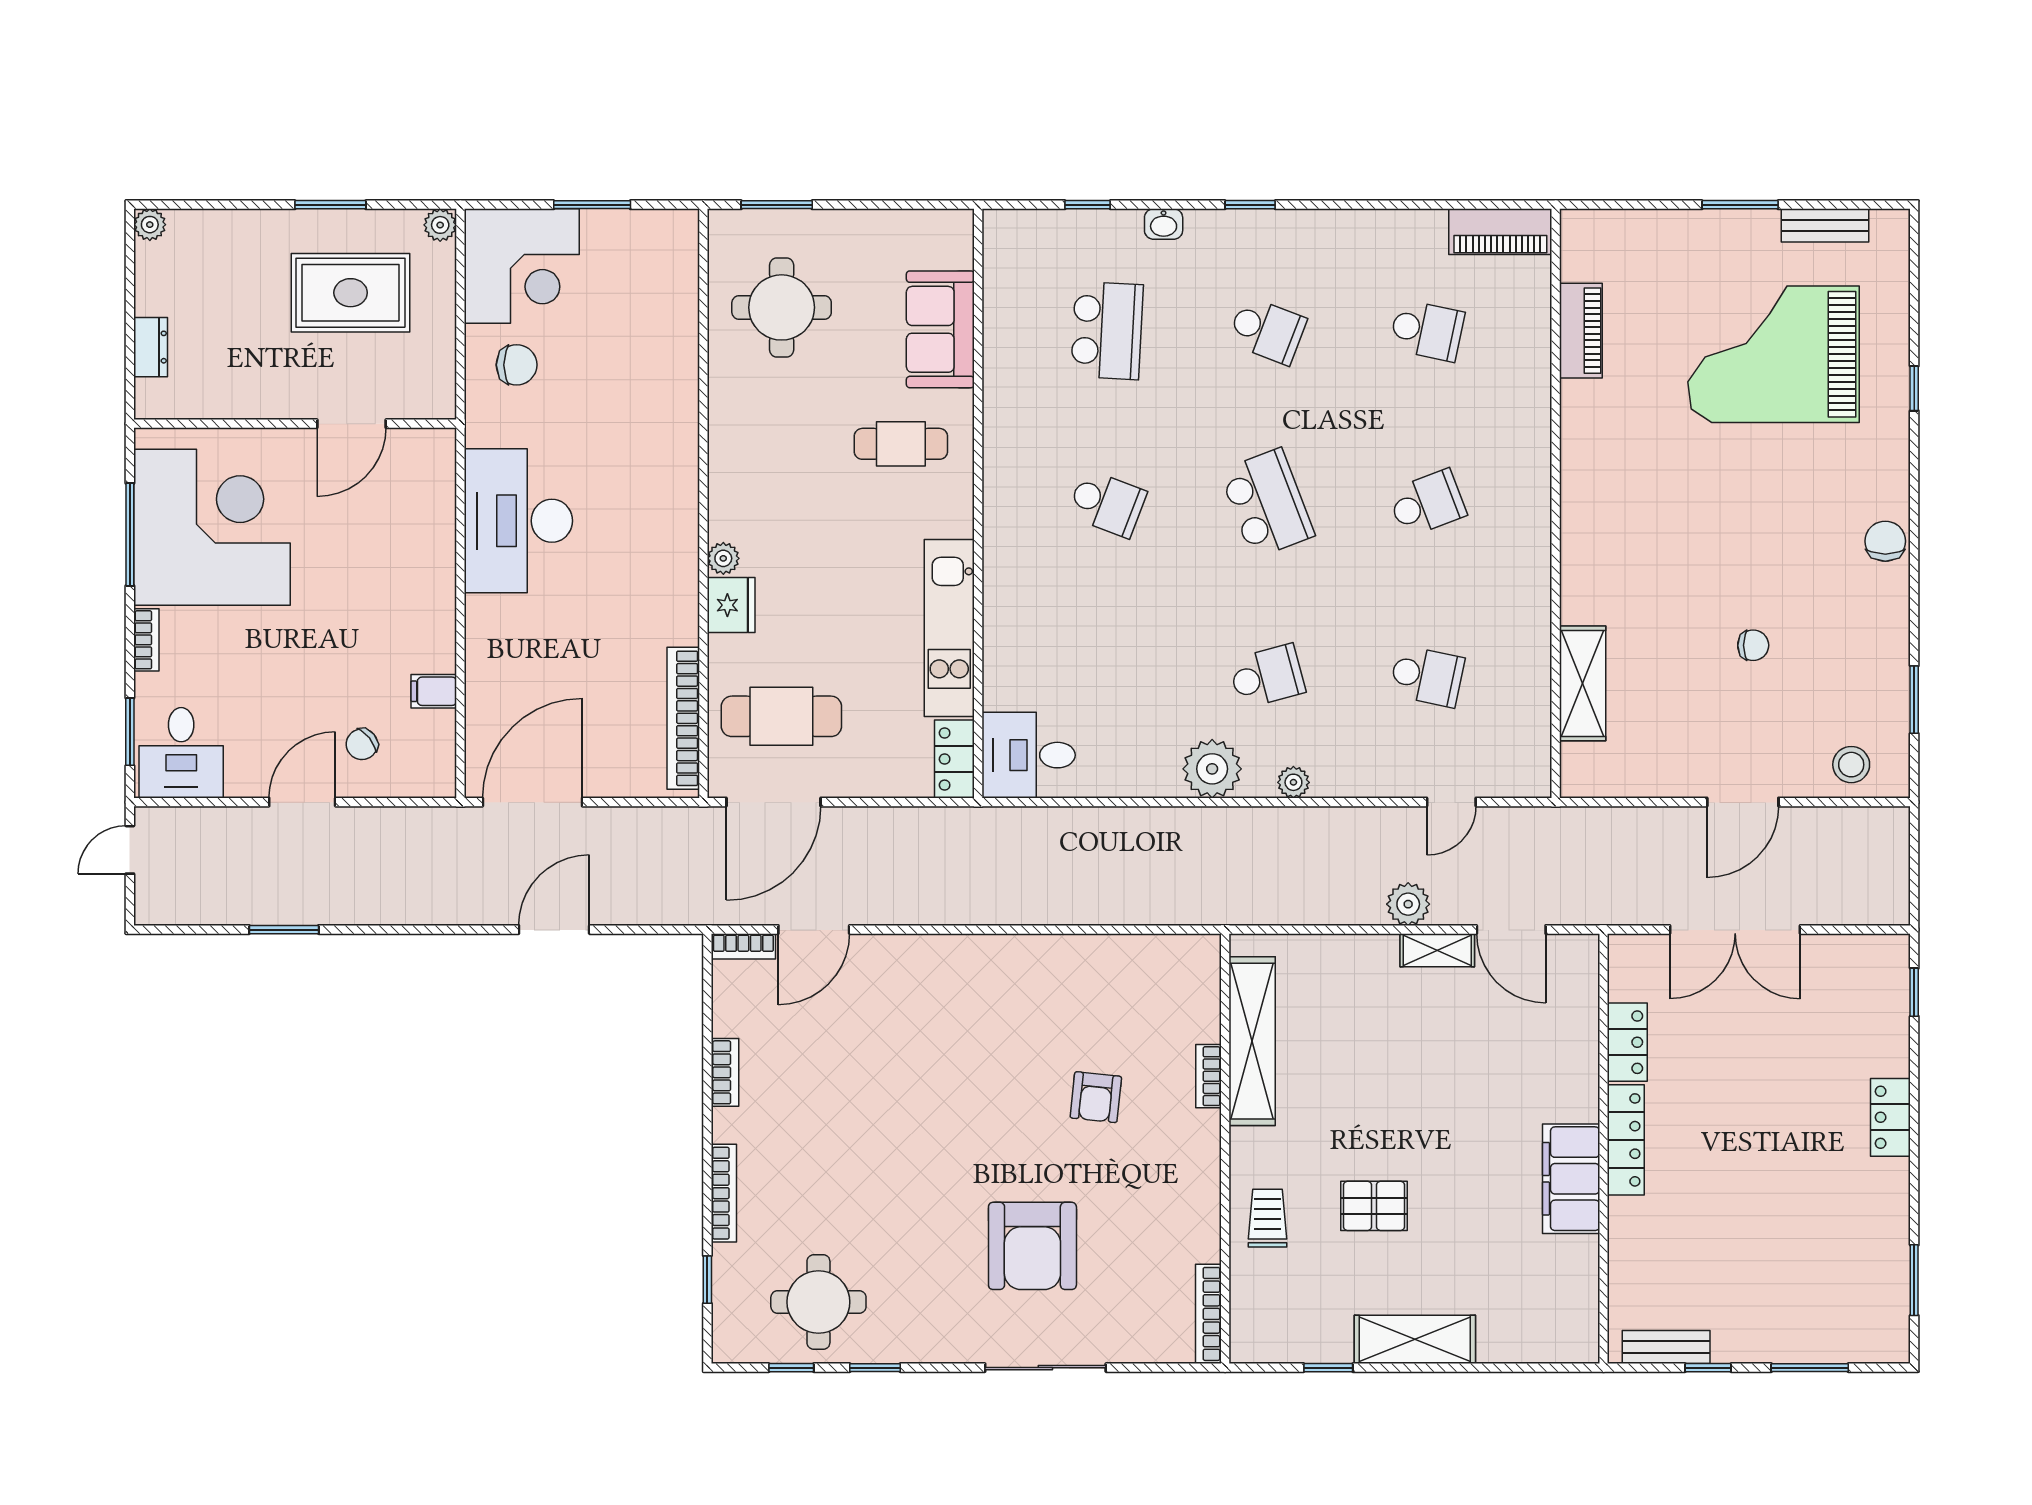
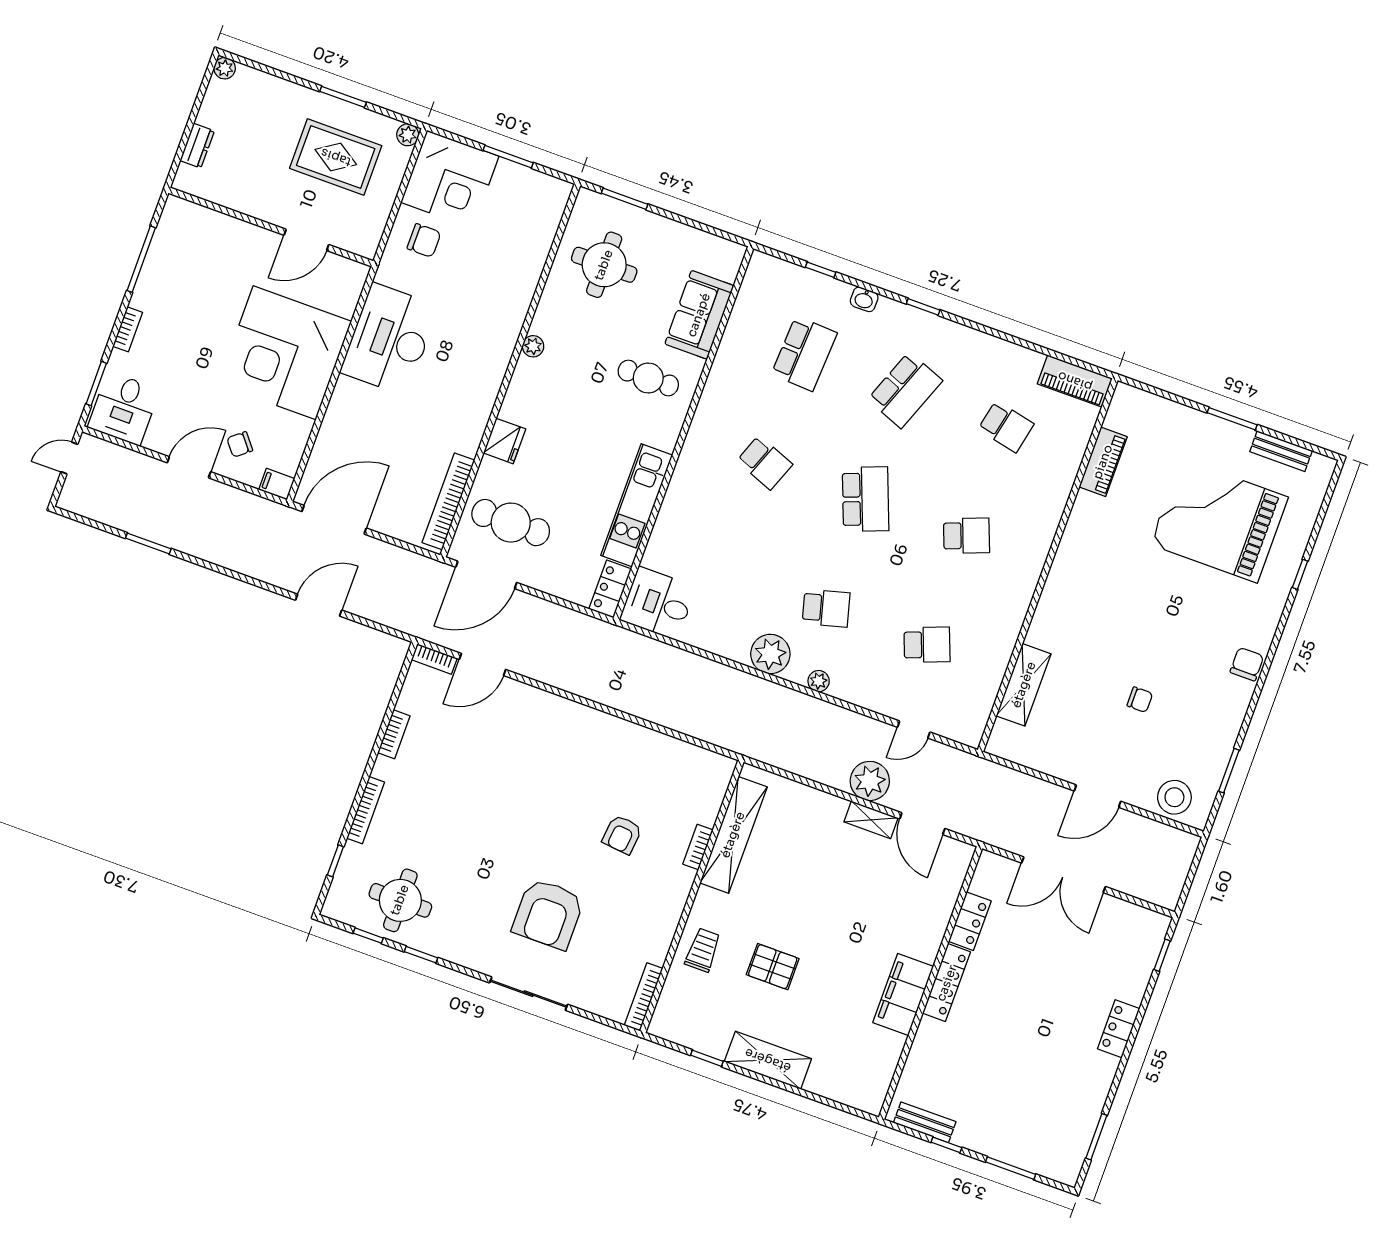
school desk: (1267, 331) -> (905, 390), width x1.85
corner desk: (212, 527) -> (285, 353), moved, turned 180
plant: (723, 558) -> (533, 346), moved
school desk: (1427, 676) -> (927, 645), turned -33
filing cabinet: (434, 691) -> (277, 484), moved
stool: (1851, 765) -> (1174, 797), width x1.38, depth x1.38
plant: (1408, 904) -> (870, 781), width x1.36, depth x1.36

